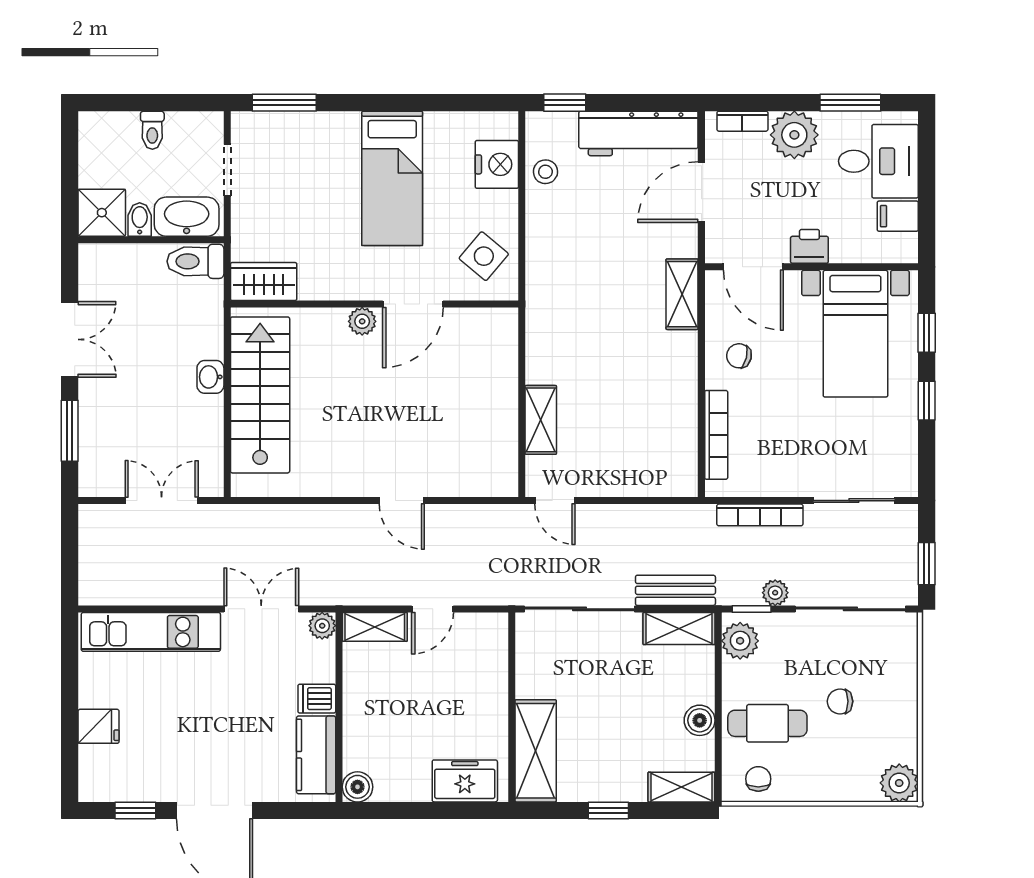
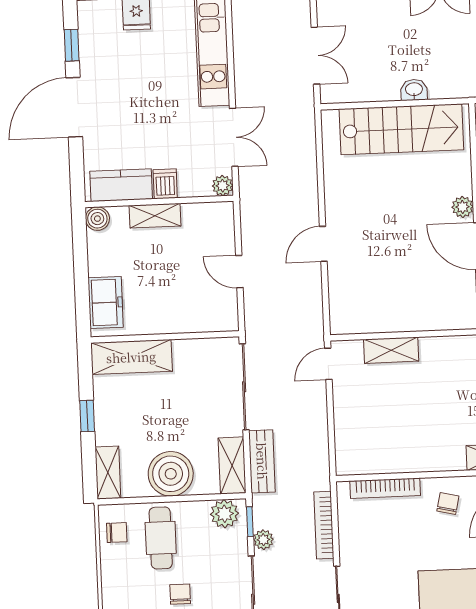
shelving: (375, 627) -> (155, 216), moved, turned 90
boiler: (700, 720) -> (171, 474), width x1.86, depth x1.86

